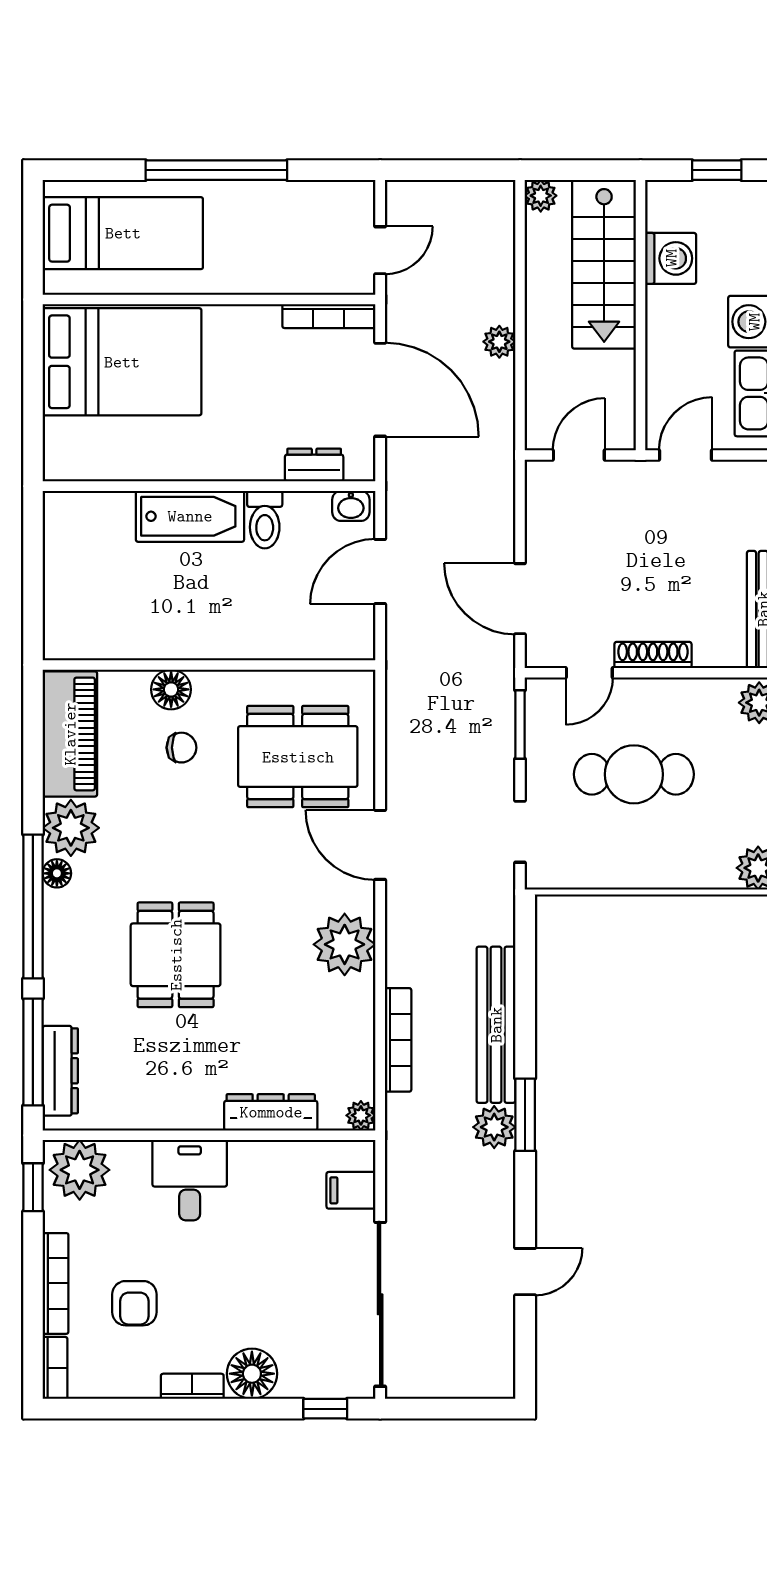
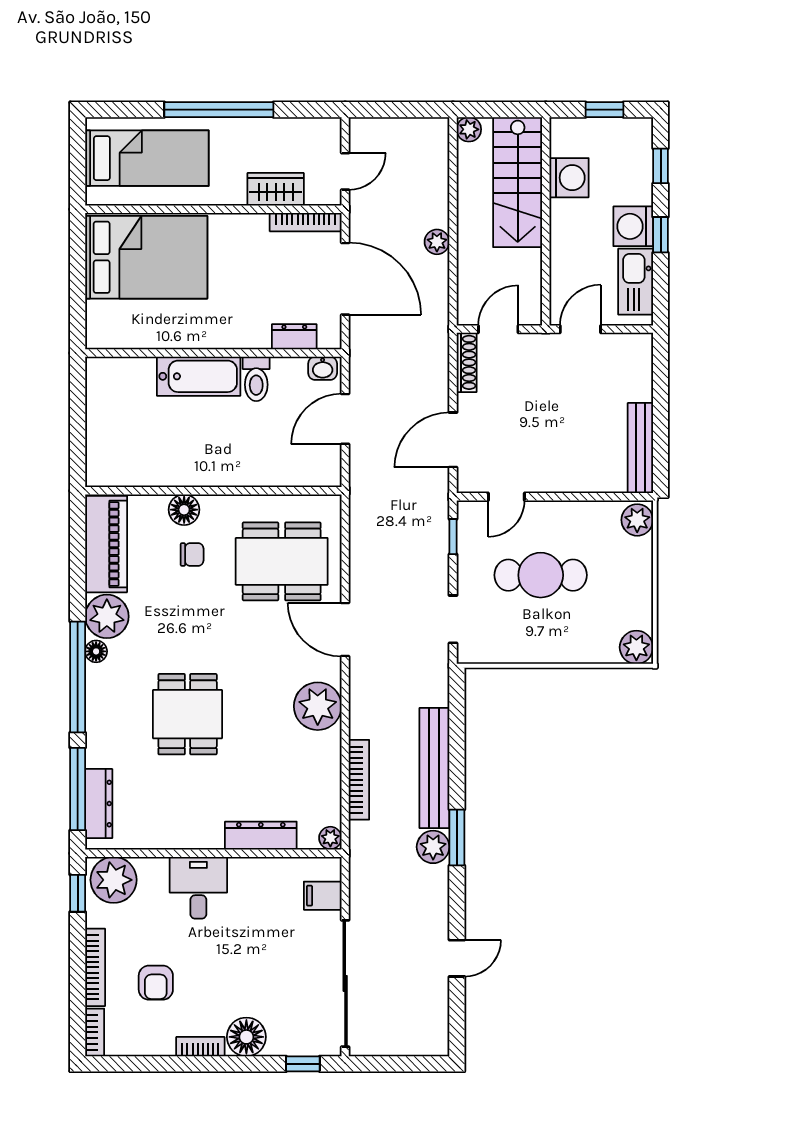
wardrobe: (290, 274) -> (276, 189), added
door: (520, 599) -> (453, 440), hinge flipped
shoe rack: (653, 655) -> (467, 362), moved, turned 90
window: (520, 724) -> (453, 537), width x0.67

